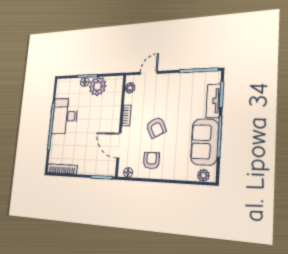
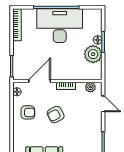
desk: (65, 116) -> (60, 26), width x1.36, depth x1.30

